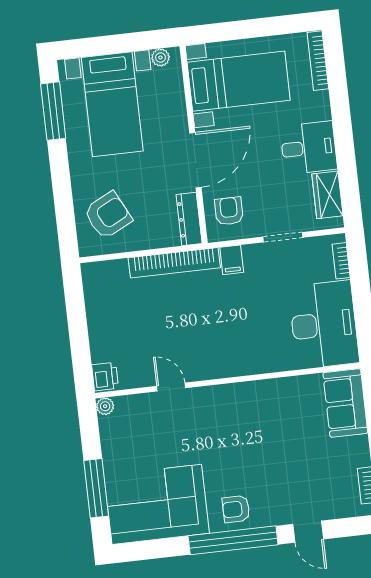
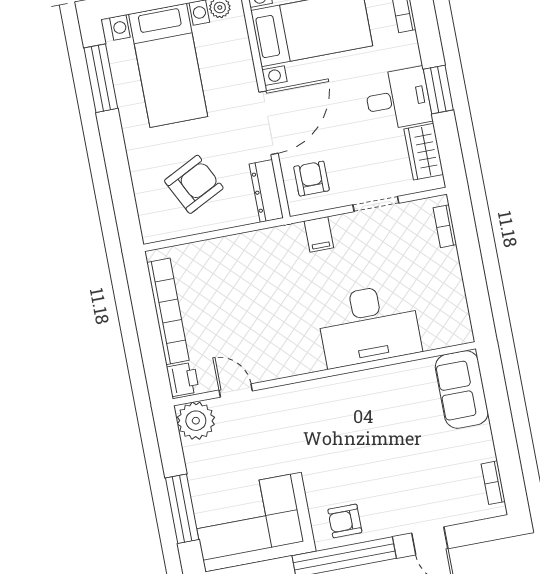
window: (344, 142) -> (438, 90), added
armchair: (108, 215) -> (194, 184), moved
bookcase: (174, 263) -> (168, 311), moved, turned -90
desk: (324, 325) -> (369, 325), moved, turned 90
door: (171, 387) -> (236, 390), moved
plant: (105, 406) -> (196, 421), width x1.88, depth x1.88

